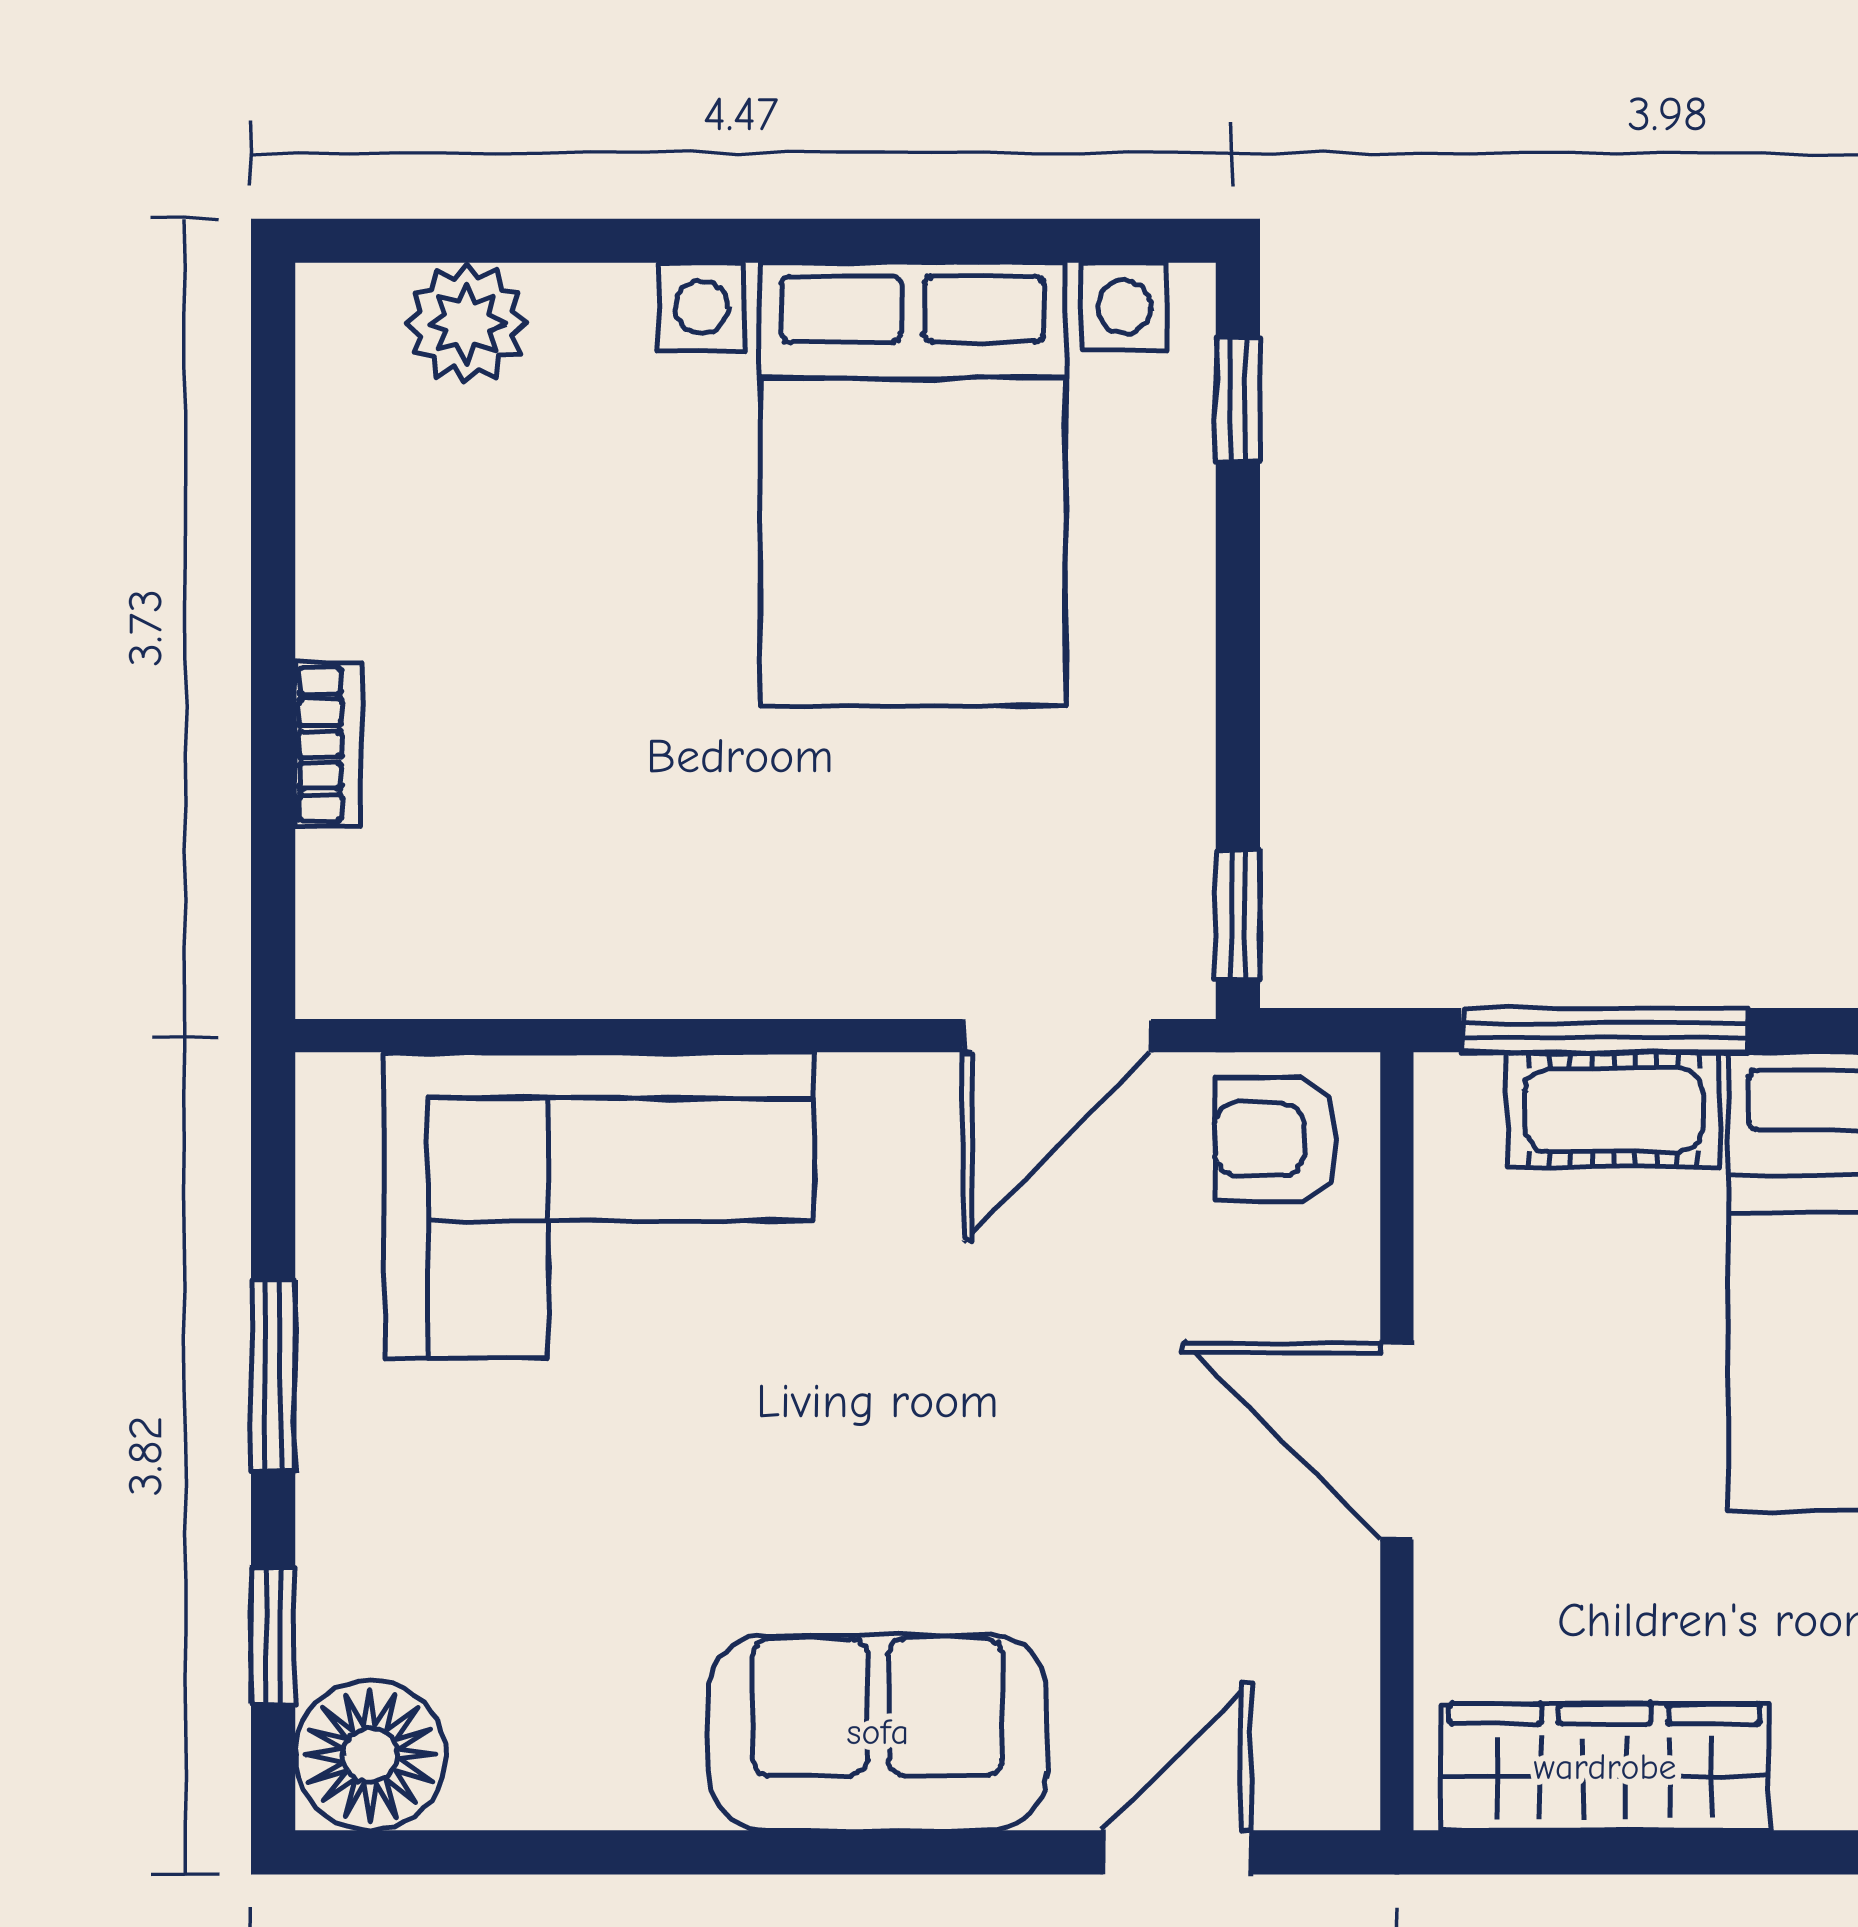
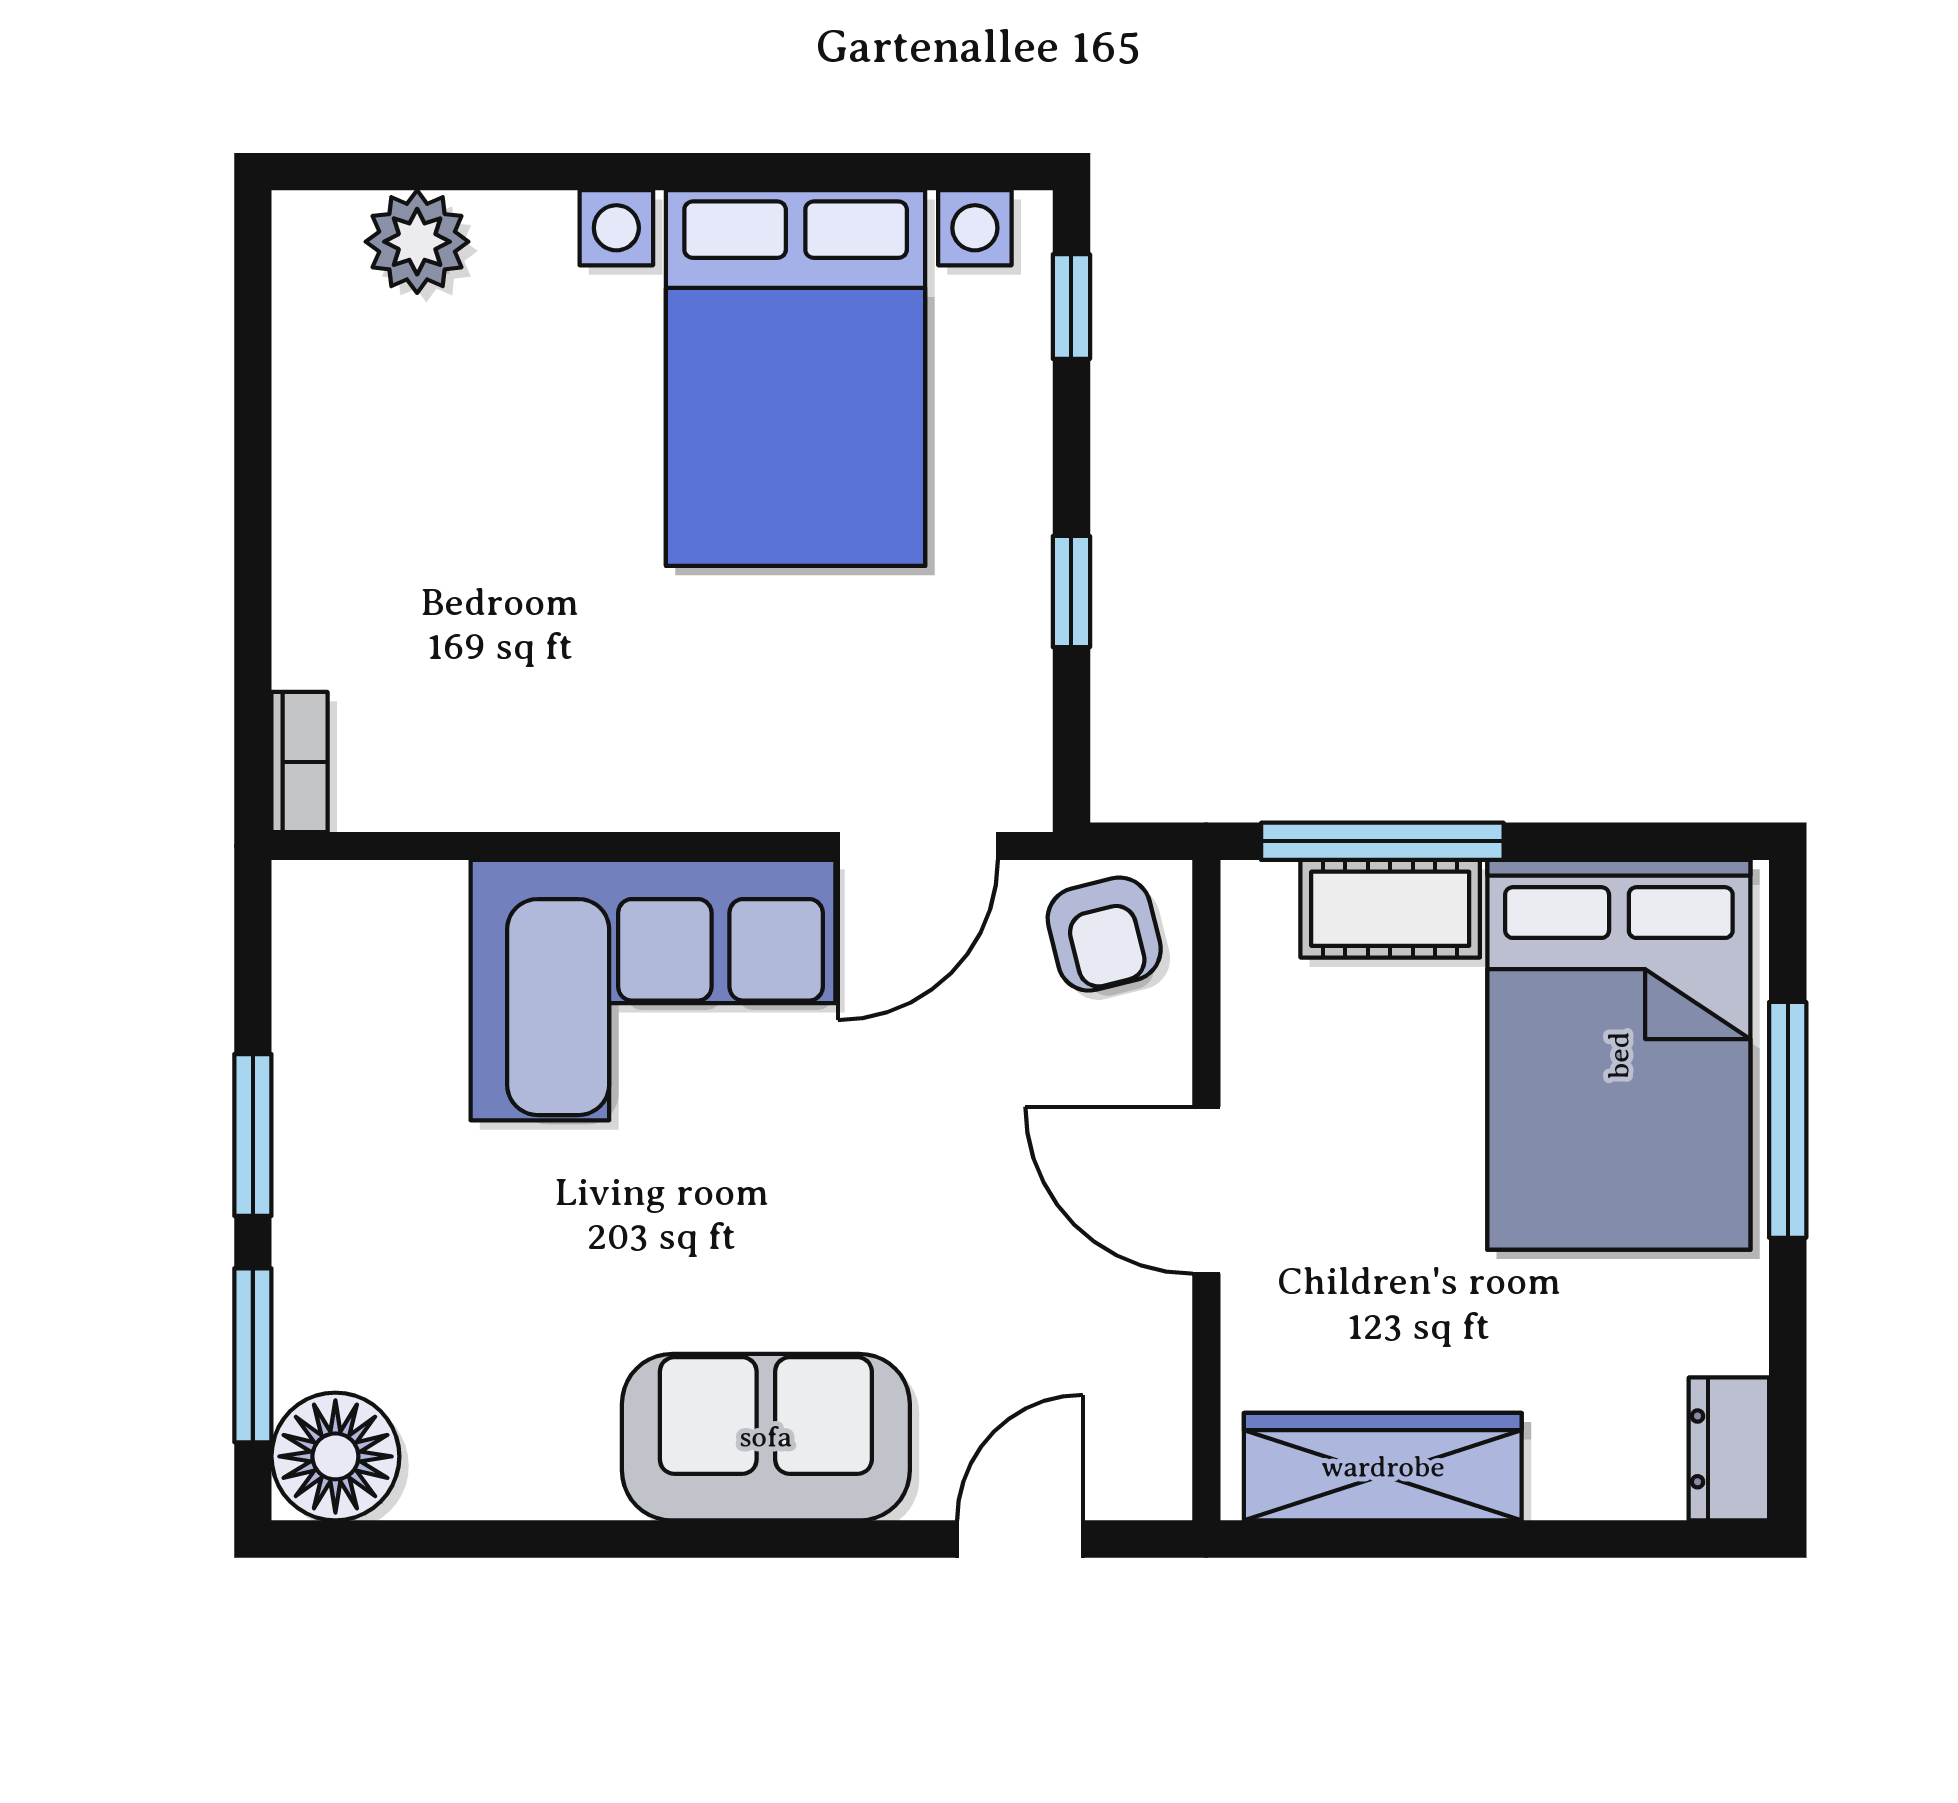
bookcase: (328, 744) -> (300, 762), moved
window: (1238, 915) -> (1071, 592), moved
armchair: (1276, 1139) -> (1104, 934), turned -104
corner sofa: (599, 1205) -> (653, 990), moved
window: (273, 1636) -> (253, 1355), width x1.50

